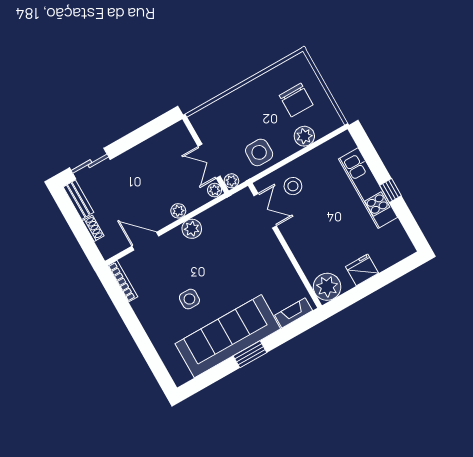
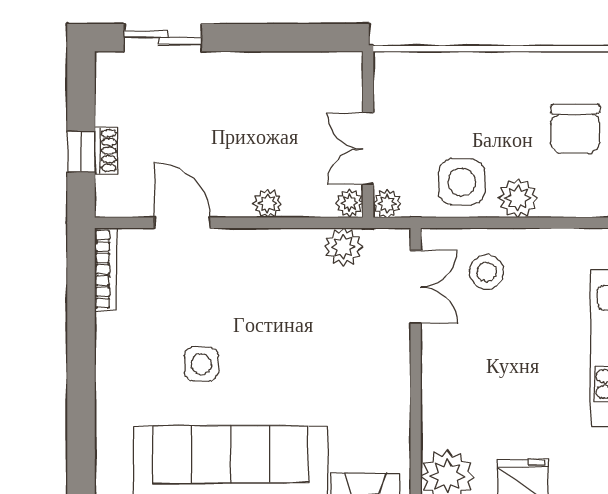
plant: (304, 136) -> (518, 198), moved
bench: (78, 200) -> (109, 88), removed
plant: (192, 229) -> (343, 247), moved
window: (82, 235) -> (81, 152), added

